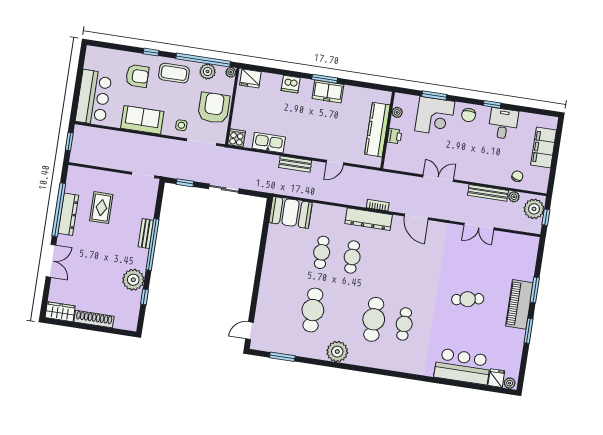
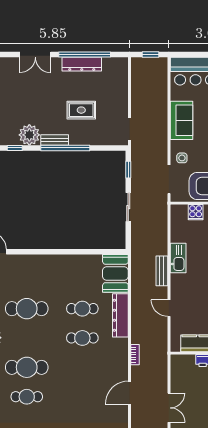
cooker: (237, 138) -> (196, 212), moved, turned 90
kitchen sink: (269, 143) -> (178, 258), moved
rug: (101, 208) -> (81, 110), moved
dresser: (369, 219) -> (120, 315), moved
bench: (146, 233) -> (55, 140), moved

